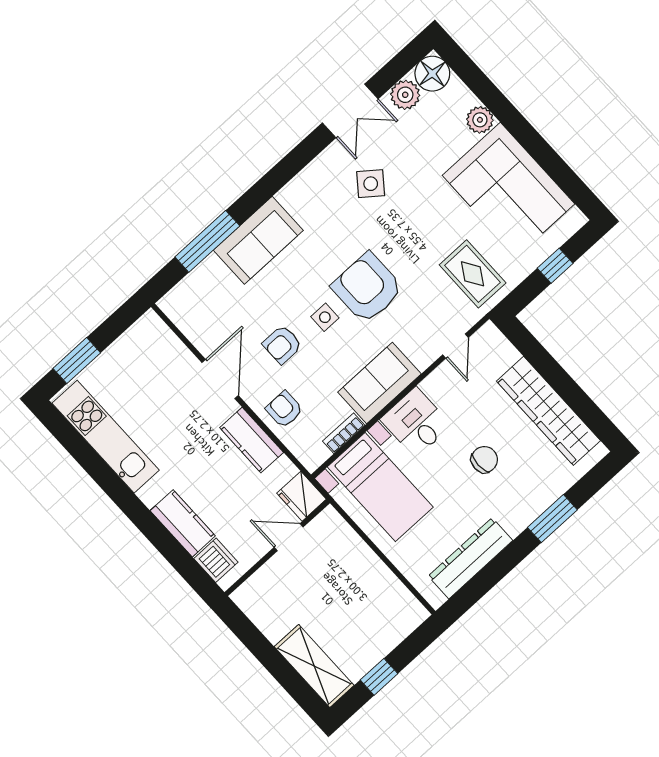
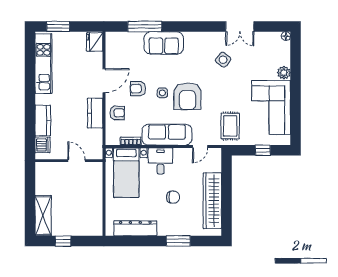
floor lamp: (432, 74) -> (286, 36), width x0.53, depth x0.53
plant: (405, 95) -> (265, 39), removed
armchair: (367, 288) -> (187, 96), turned 180
sofa: (379, 383) -> (167, 135), width x1.36
armchair: (284, 409) -> (117, 113), turned 90
fridge: (301, 496) -> (95, 42), moved

